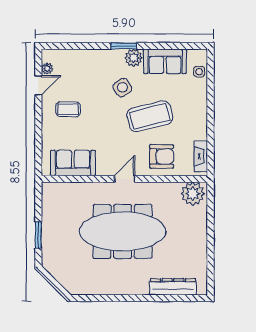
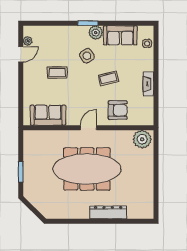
coffee table: (68, 109) -> (57, 72), moved
coffee table: (150, 116) -> (108, 78), width x0.54, depth x0.58
fireplace: (201, 156) -> (148, 84), moved
dresser: (173, 287) -> (108, 212), moved

